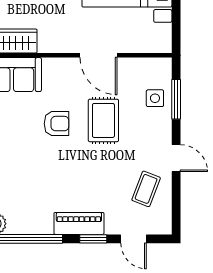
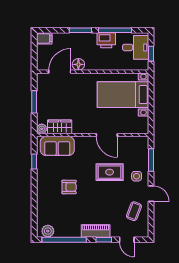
side table: (155, 98) -> (137, 176), moved
rug: (103, 120) -> (110, 172), turned 90
armchair: (57, 124) -> (69, 187), moved

